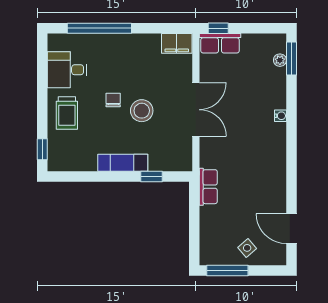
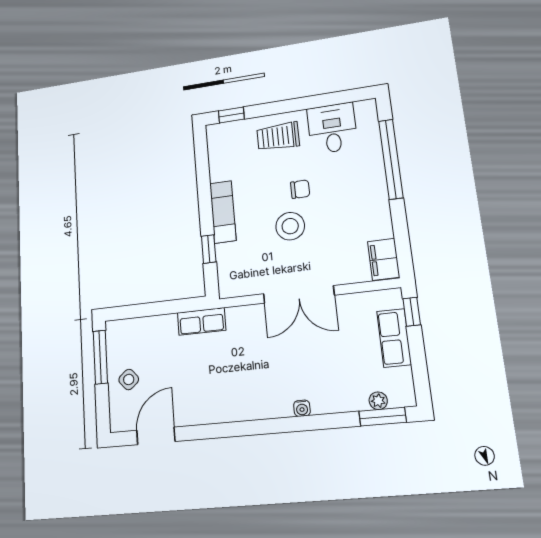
row of seats: (220, 43) -> (394, 338), moved

